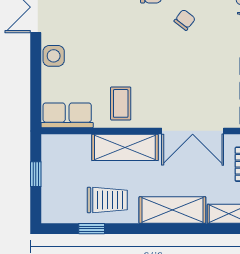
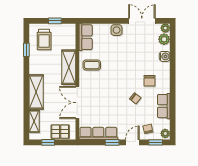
trolley: (107, 200) -> (44, 40), moved

